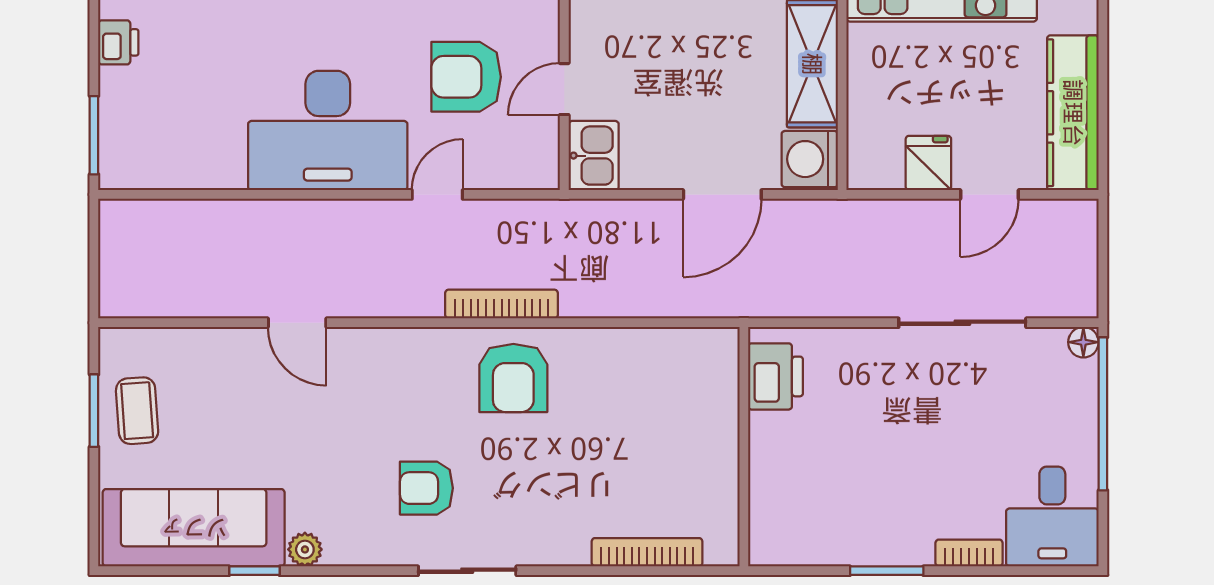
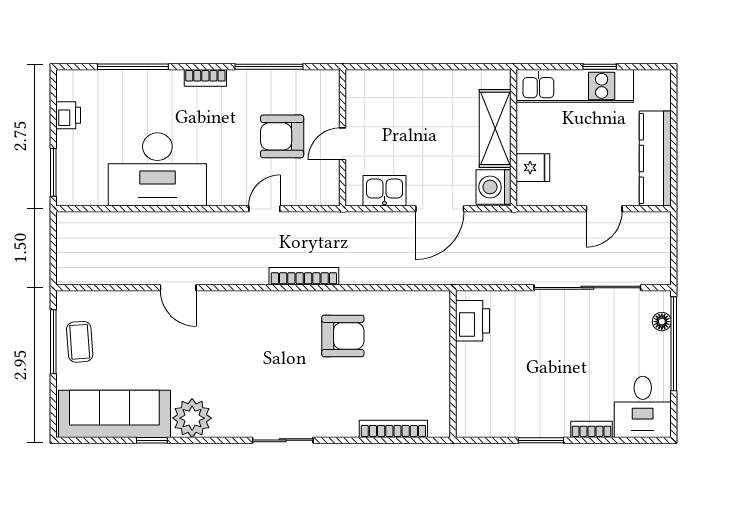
desk: (328, 130) -> (157, 169), moved
kitchen sink: (594, 156) -> (384, 191), moved, turned -90
fridge: (928, 163) -> (533, 168), moved, turned 90
sliding door: (962, 323) -> (587, 288), width x1.36
floor lamp: (1083, 342) -> (662, 322), moved
armchair: (513, 378) -> (343, 336), moved, turned -90
window: (94, 411) -> (53, 342), width x1.44
armchair: (426, 488) -> (258, 389), removed
plant: (305, 549) -> (192, 418), width x1.88, depth x1.88

